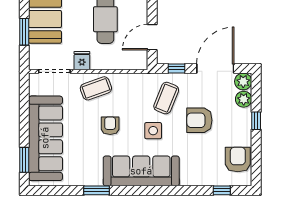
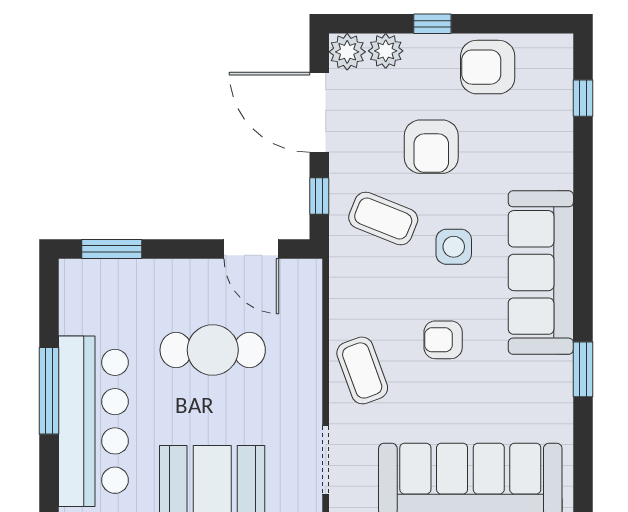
fridge: (82, 61) -> (302, 401), removed
armchair: (238, 160) -> (488, 67), moved

